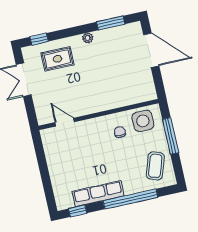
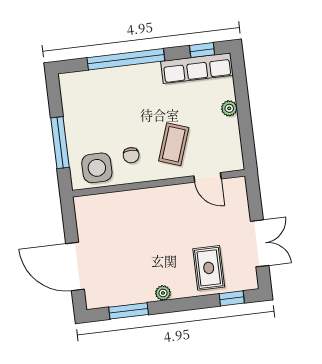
rug: (57, 59) -> (209, 268), turned 90
coffee table: (155, 166) -> (174, 144), moved
plant: (54, 172) -> (229, 108), added
row of seats: (98, 194) -> (197, 68), moved

